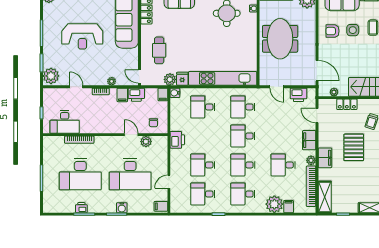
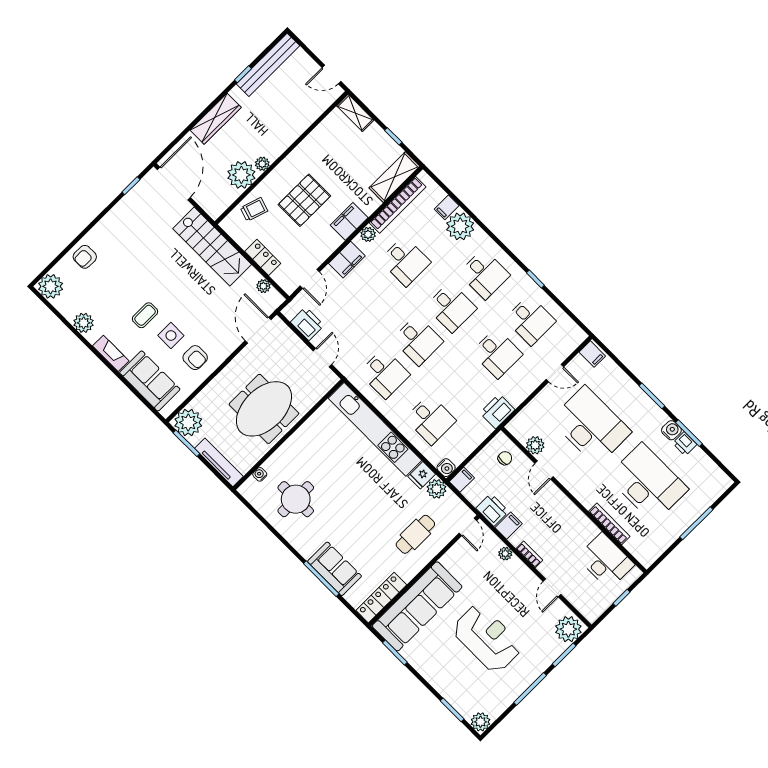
water cooler: (122, 208) -> (671, 430), moved

